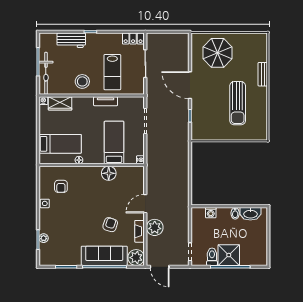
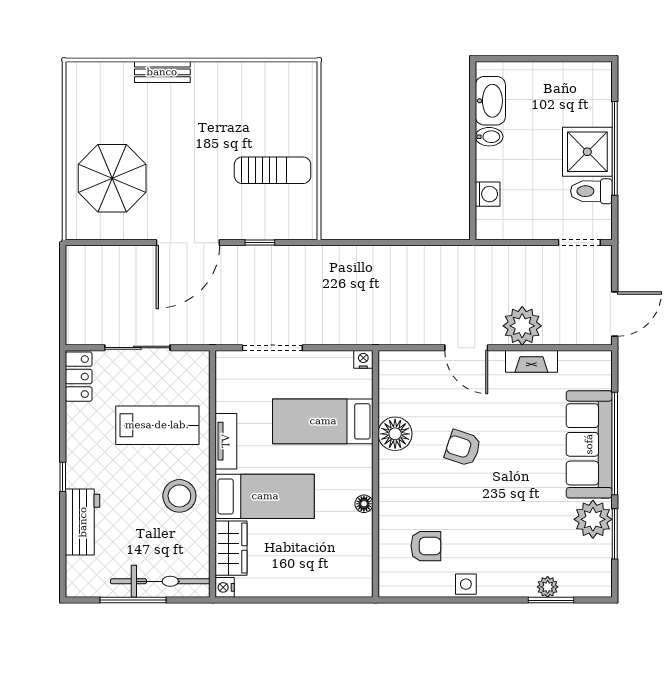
sun lounger: (238, 103) -> (273, 170), moved, width x0.73, depth x0.75
bed: (60, 144) -> (265, 496), moved, turned 90
armchair: (110, 225) -> (463, 448), moved
plant: (136, 258) -> (593, 519), moved

